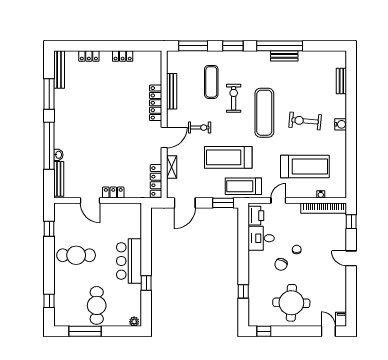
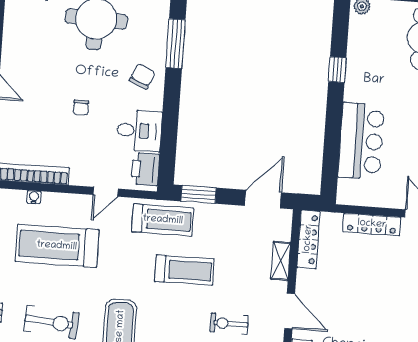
door: (164, 138) -> (290, 311), swing flipped
treadmill: (228, 157) -> (184, 270), width x0.73, depth x0.73
locker: (113, 193) -> (372, 224), width x1.53
bar counter: (129, 261) -> (361, 141), moved
chair: (281, 264) -> (142, 76), moved
window: (243, 291) -> (176, 44), width x2.17

